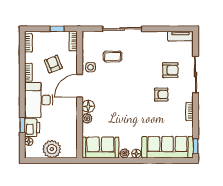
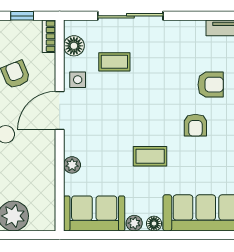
armchair: (161, 95) -> (195, 125), turned 90
floor lamp: (88, 106) -> (74, 46), moved
coffee table: (134, 113) -> (150, 156), added

